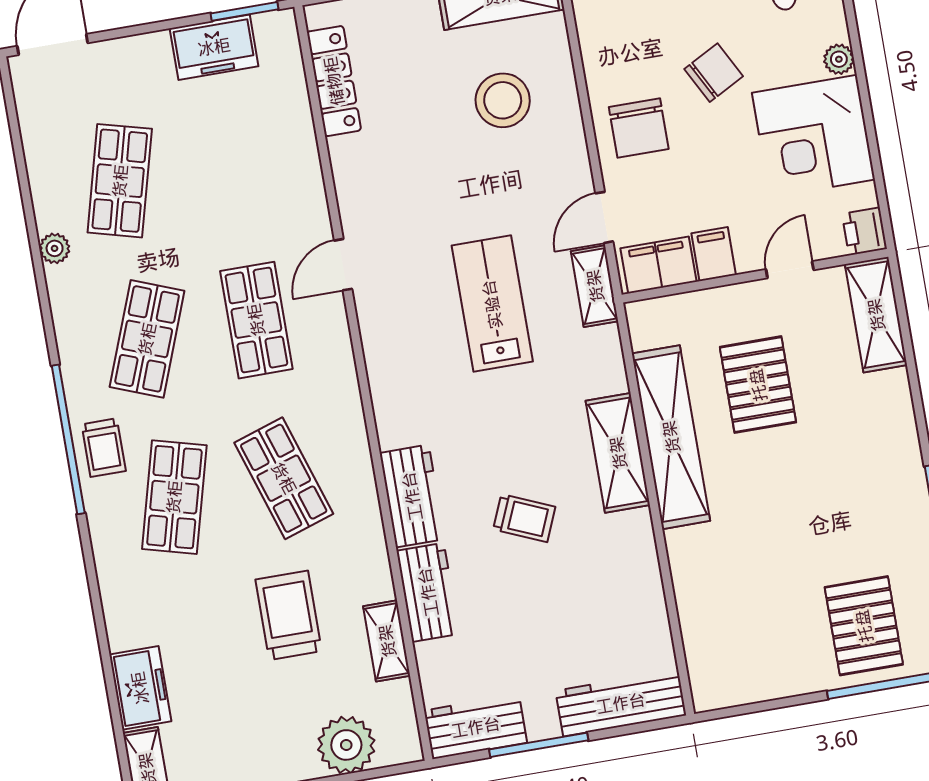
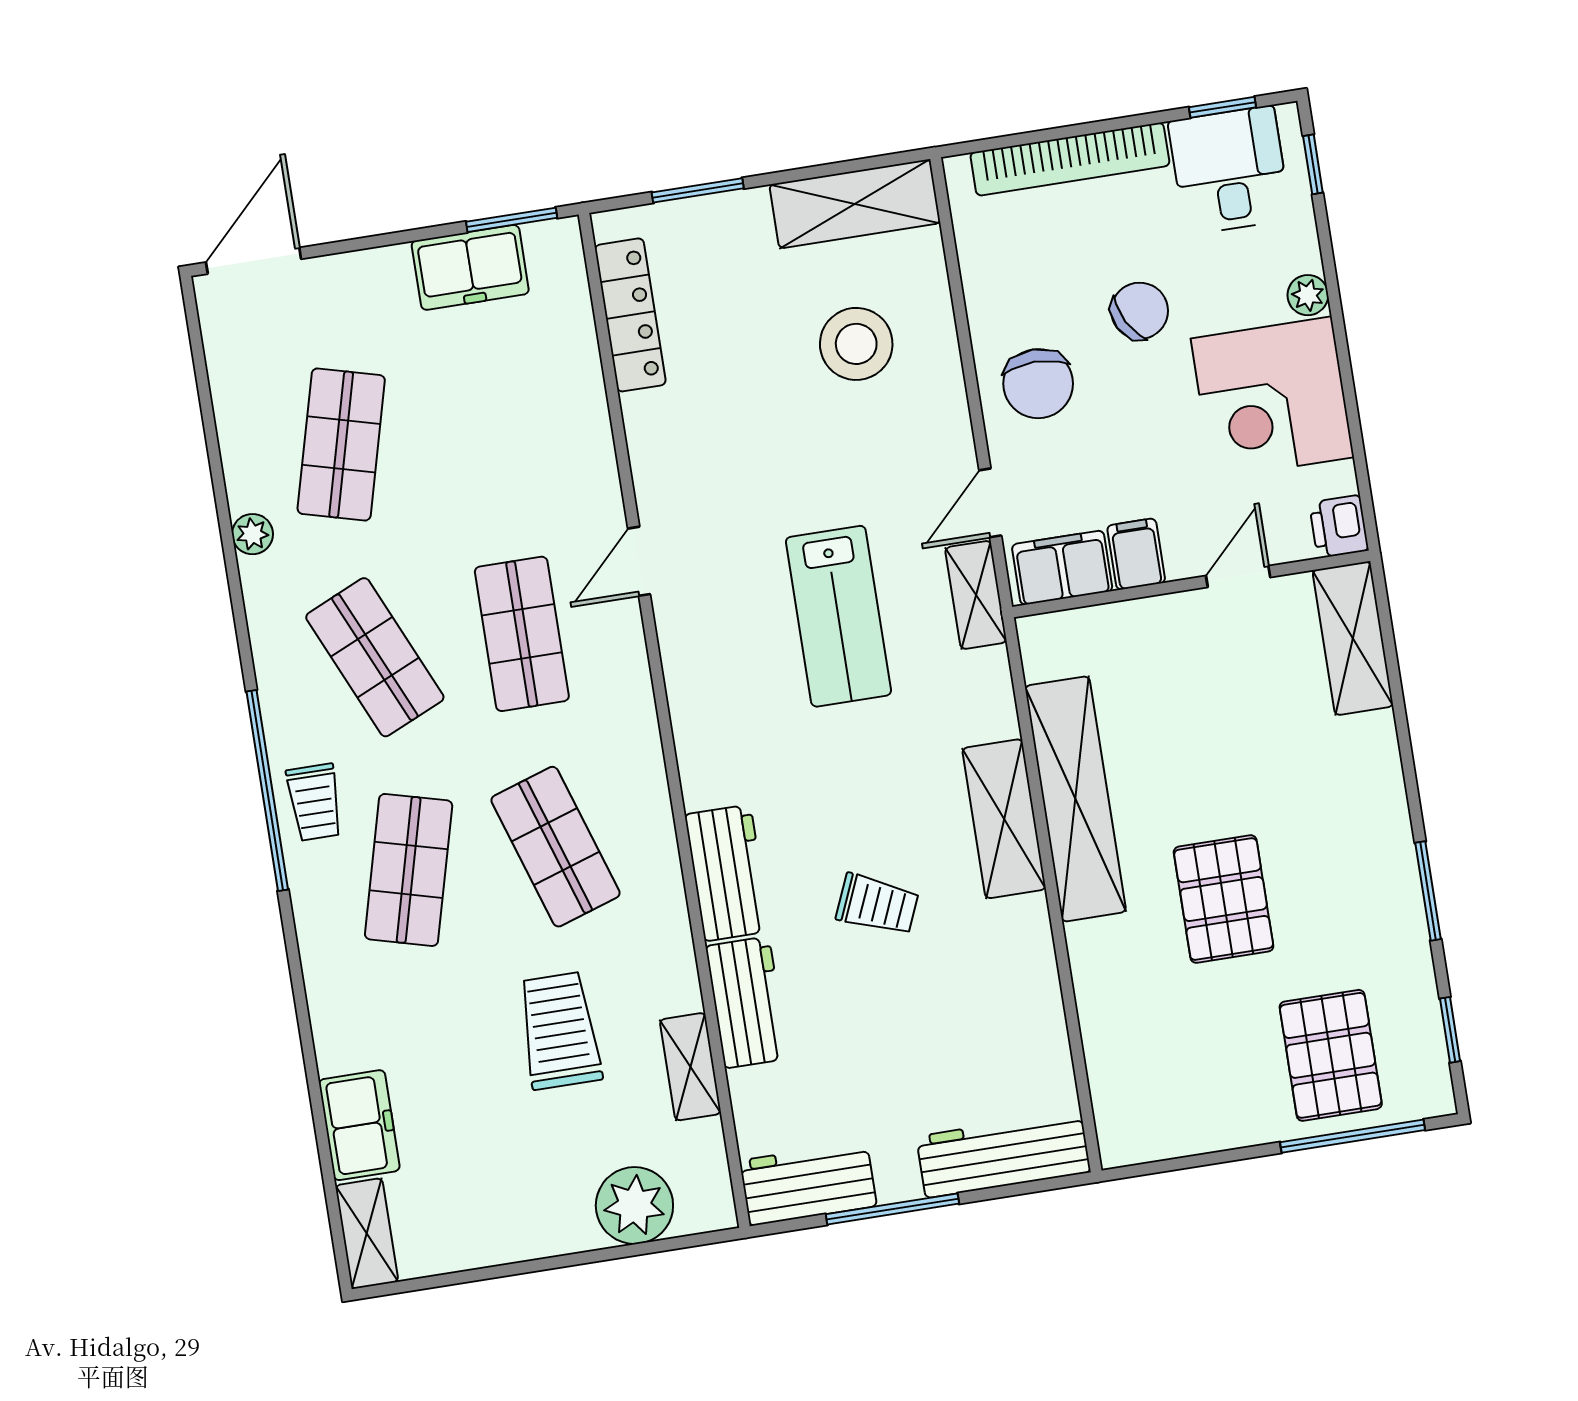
lab bench: (492, 304) -> (838, 616), turned 180
shop shelf: (147, 339) -> (375, 657), turned -45
pallet: (758, 385) -> (1224, 899), moved

